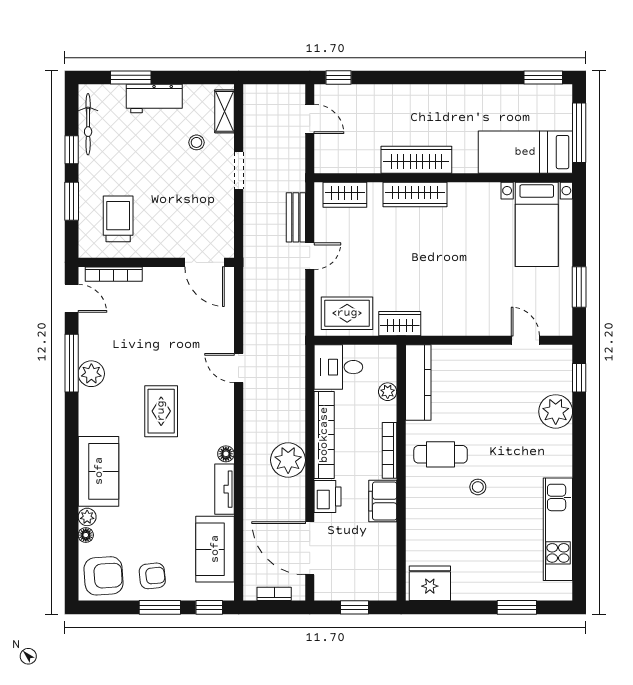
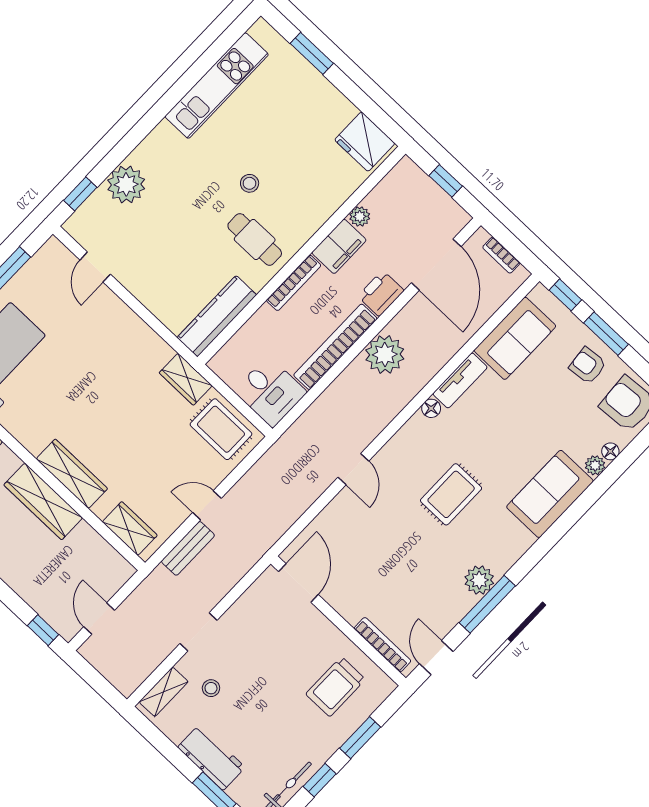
plant: (388, 392) -> (360, 216), moved

